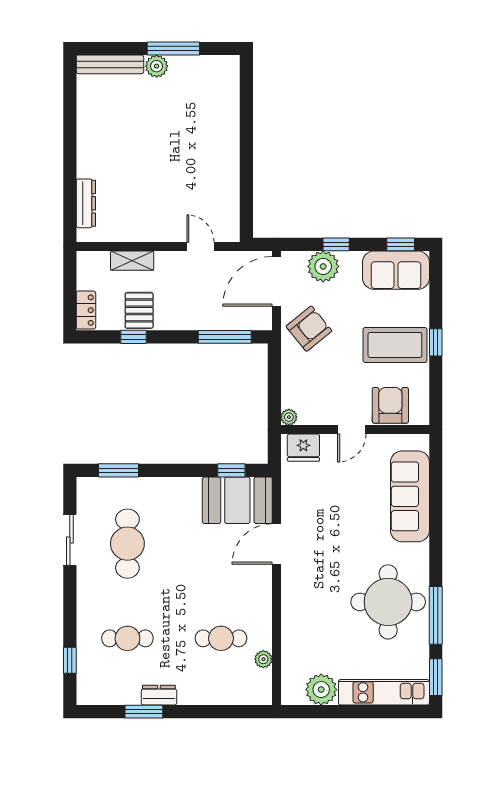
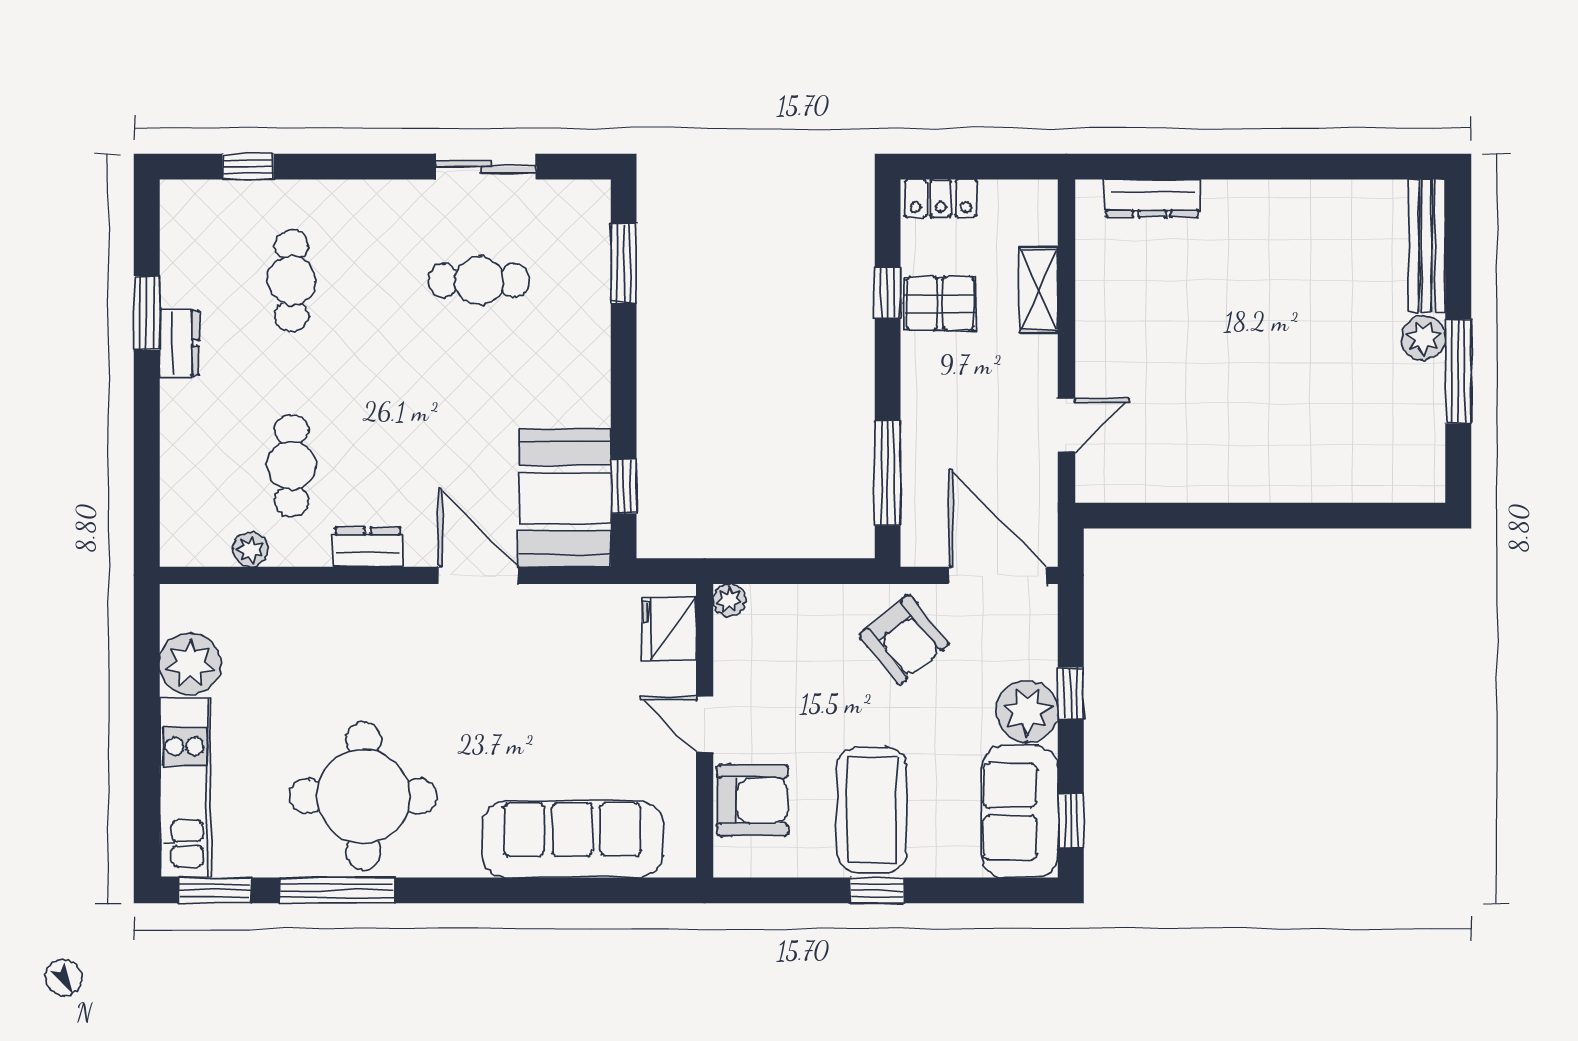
plant: (323, 266) -> (1027, 711), moved
cafe table: (127, 544) -> (479, 281), width x0.73, depth x0.74
dresser: (262, 600) -> (368, 547), added

